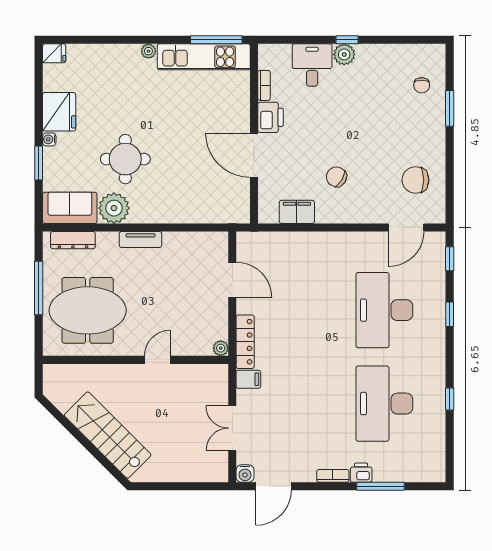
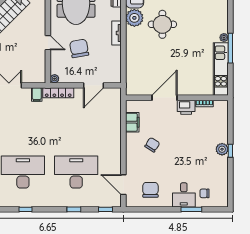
window: (216, 40) -> (230, 48), moved
desk: (312, 65) -> (184, 195), moved, turned 90
chair: (167, 305) -> (79, 48), added

